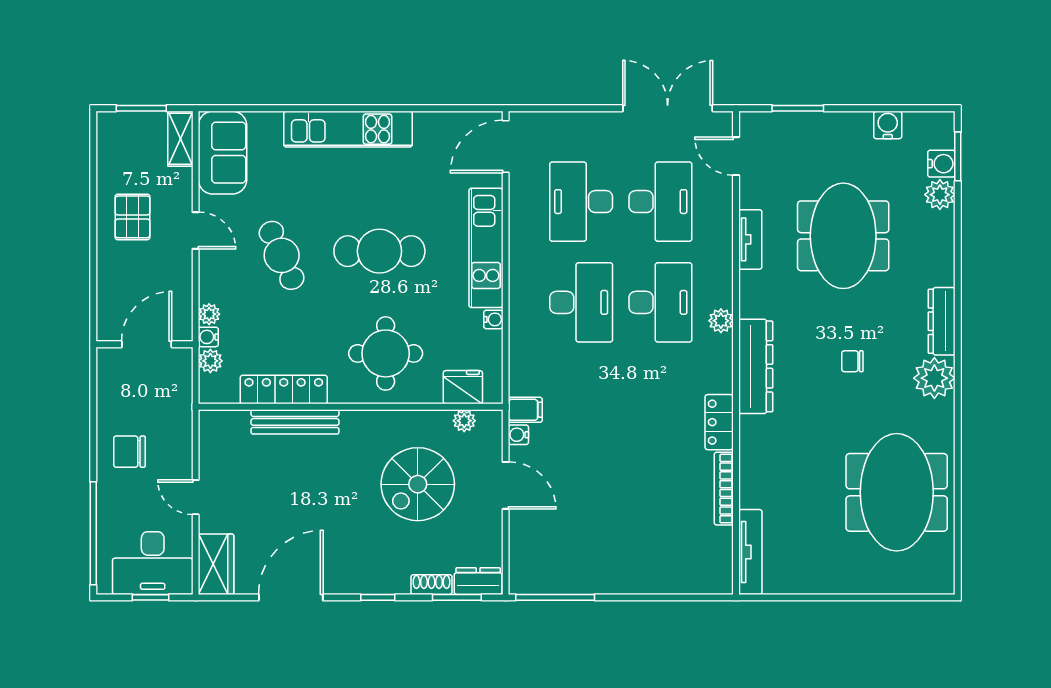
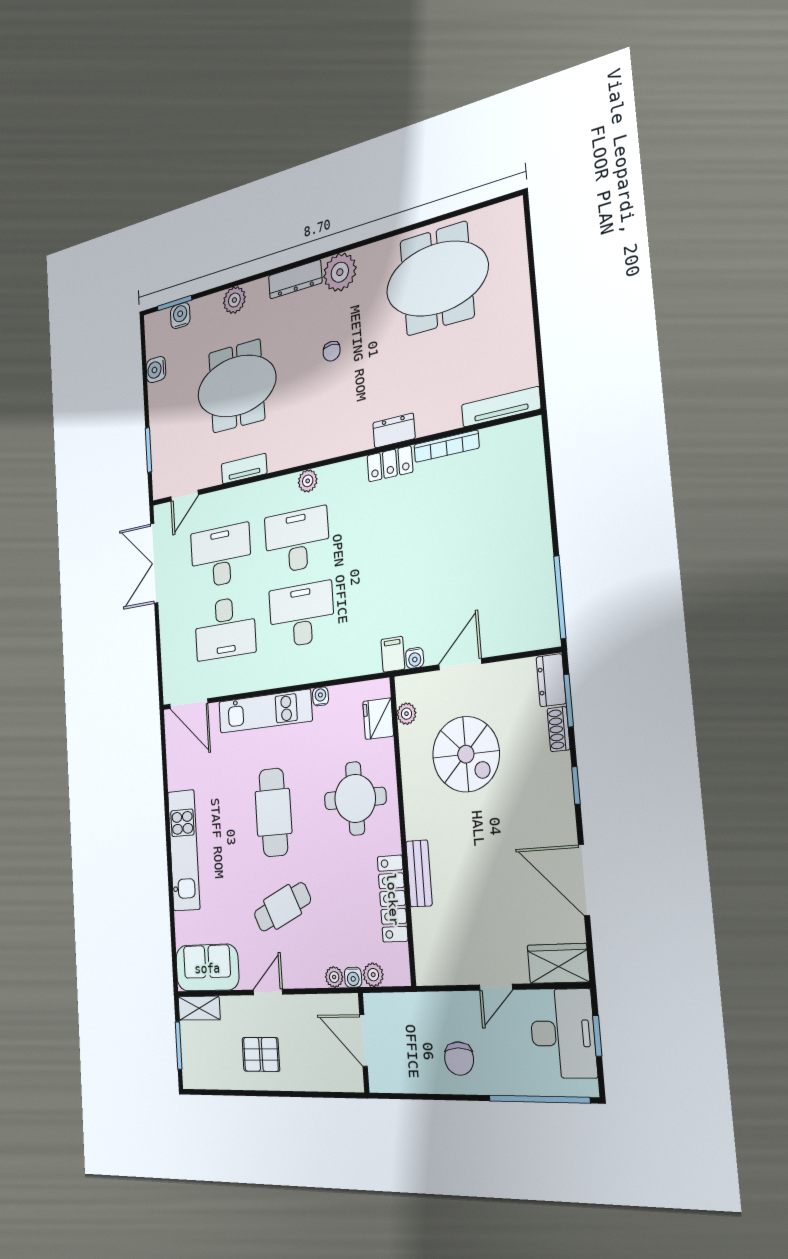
plant: (940, 195) -> (234, 300), moved
dresser: (756, 366) -> (394, 431), moved, width x0.51, depth x0.80
bench: (295, 422) -> (419, 873), width x0.73

